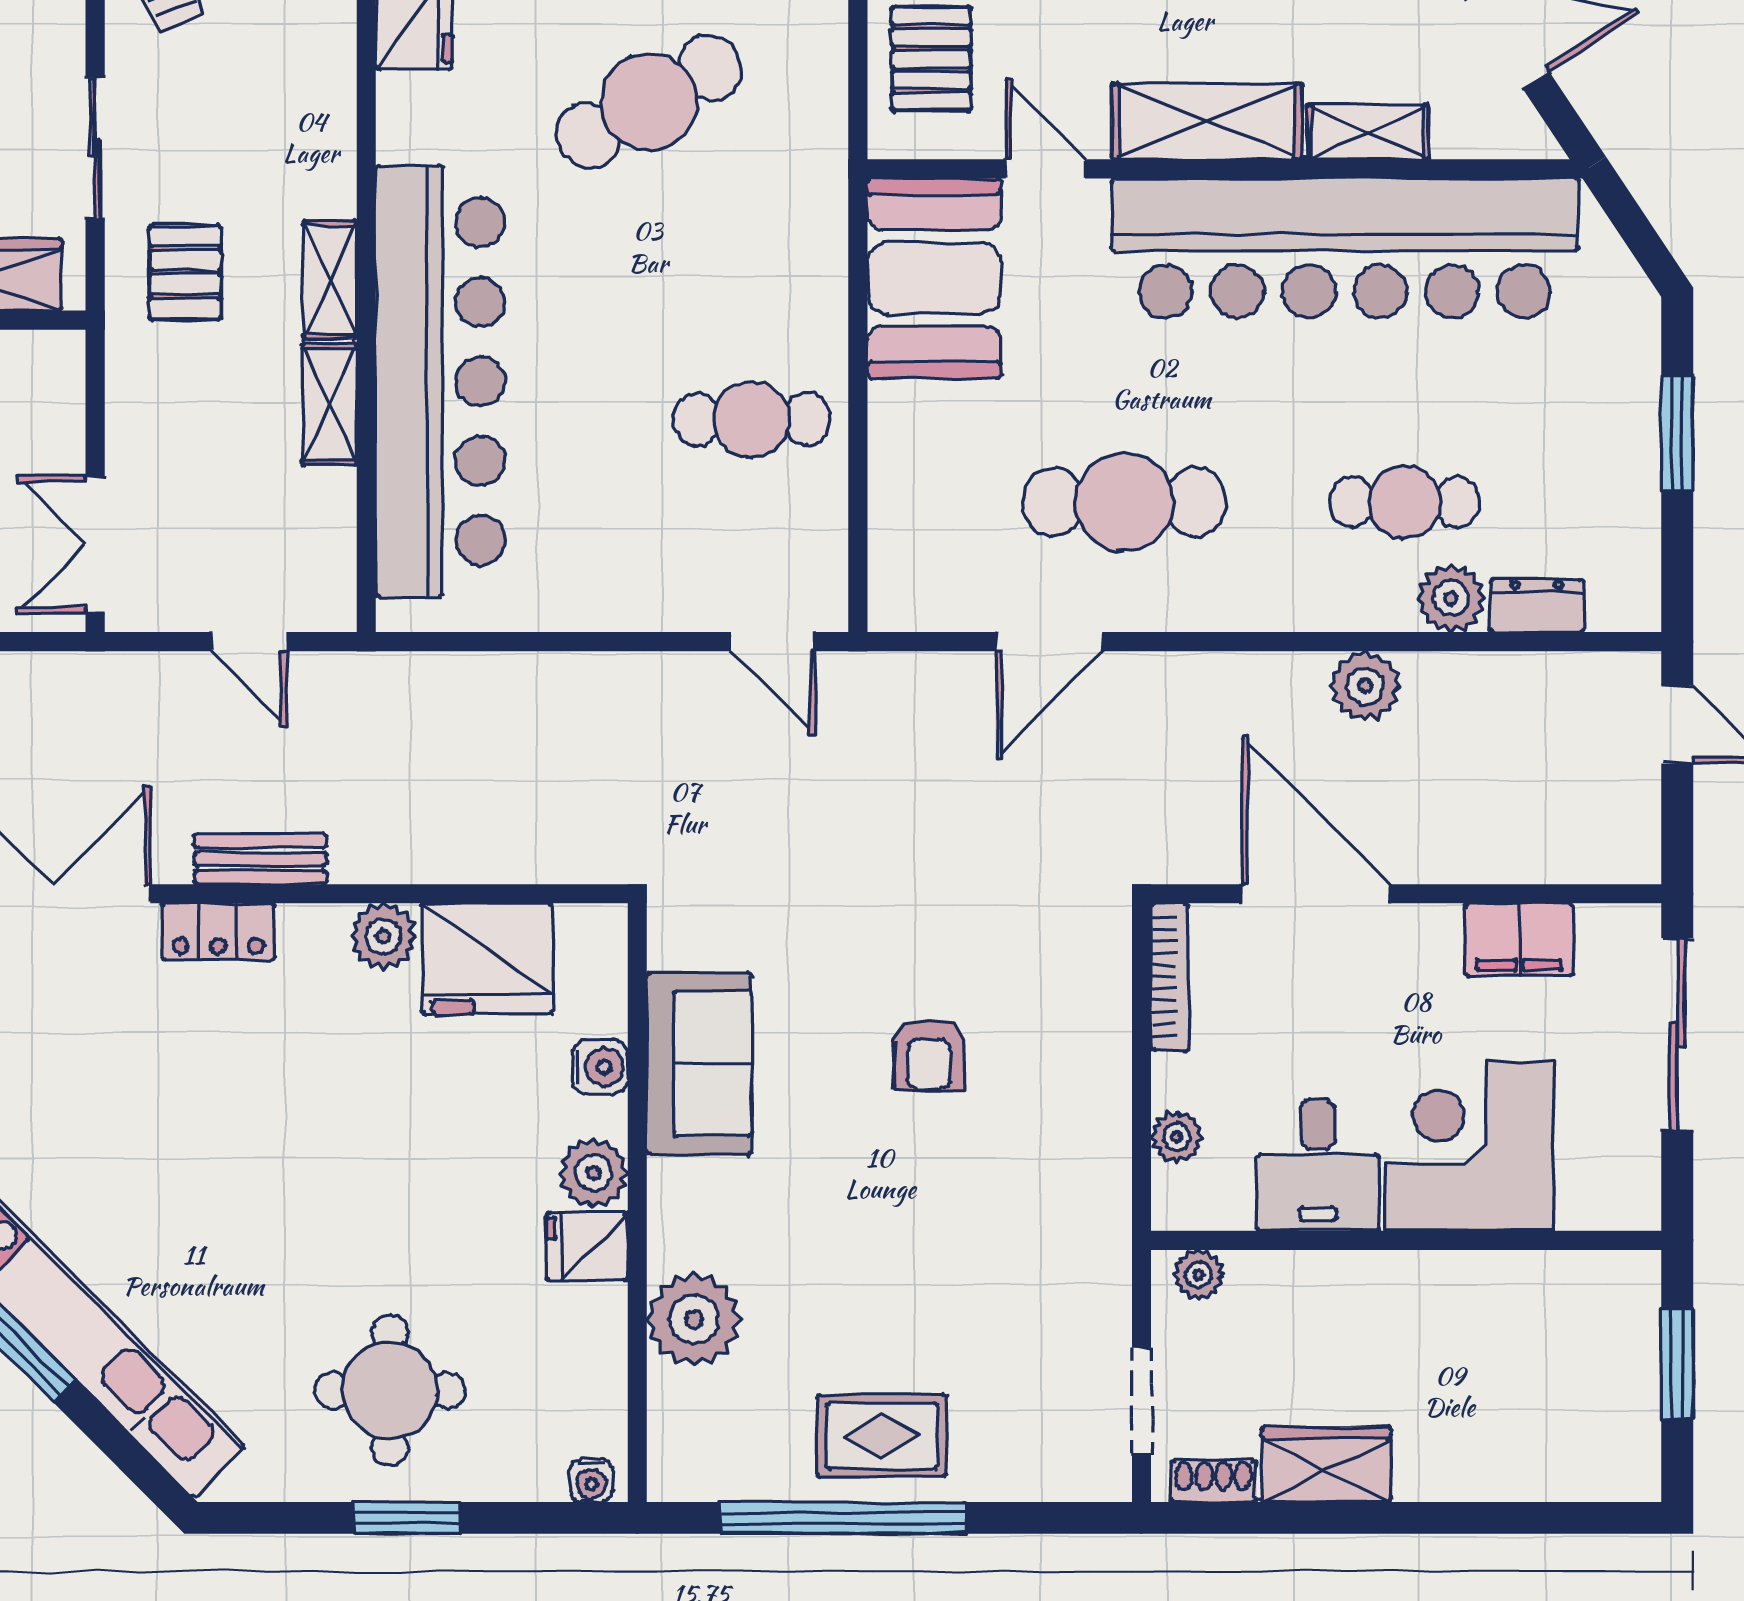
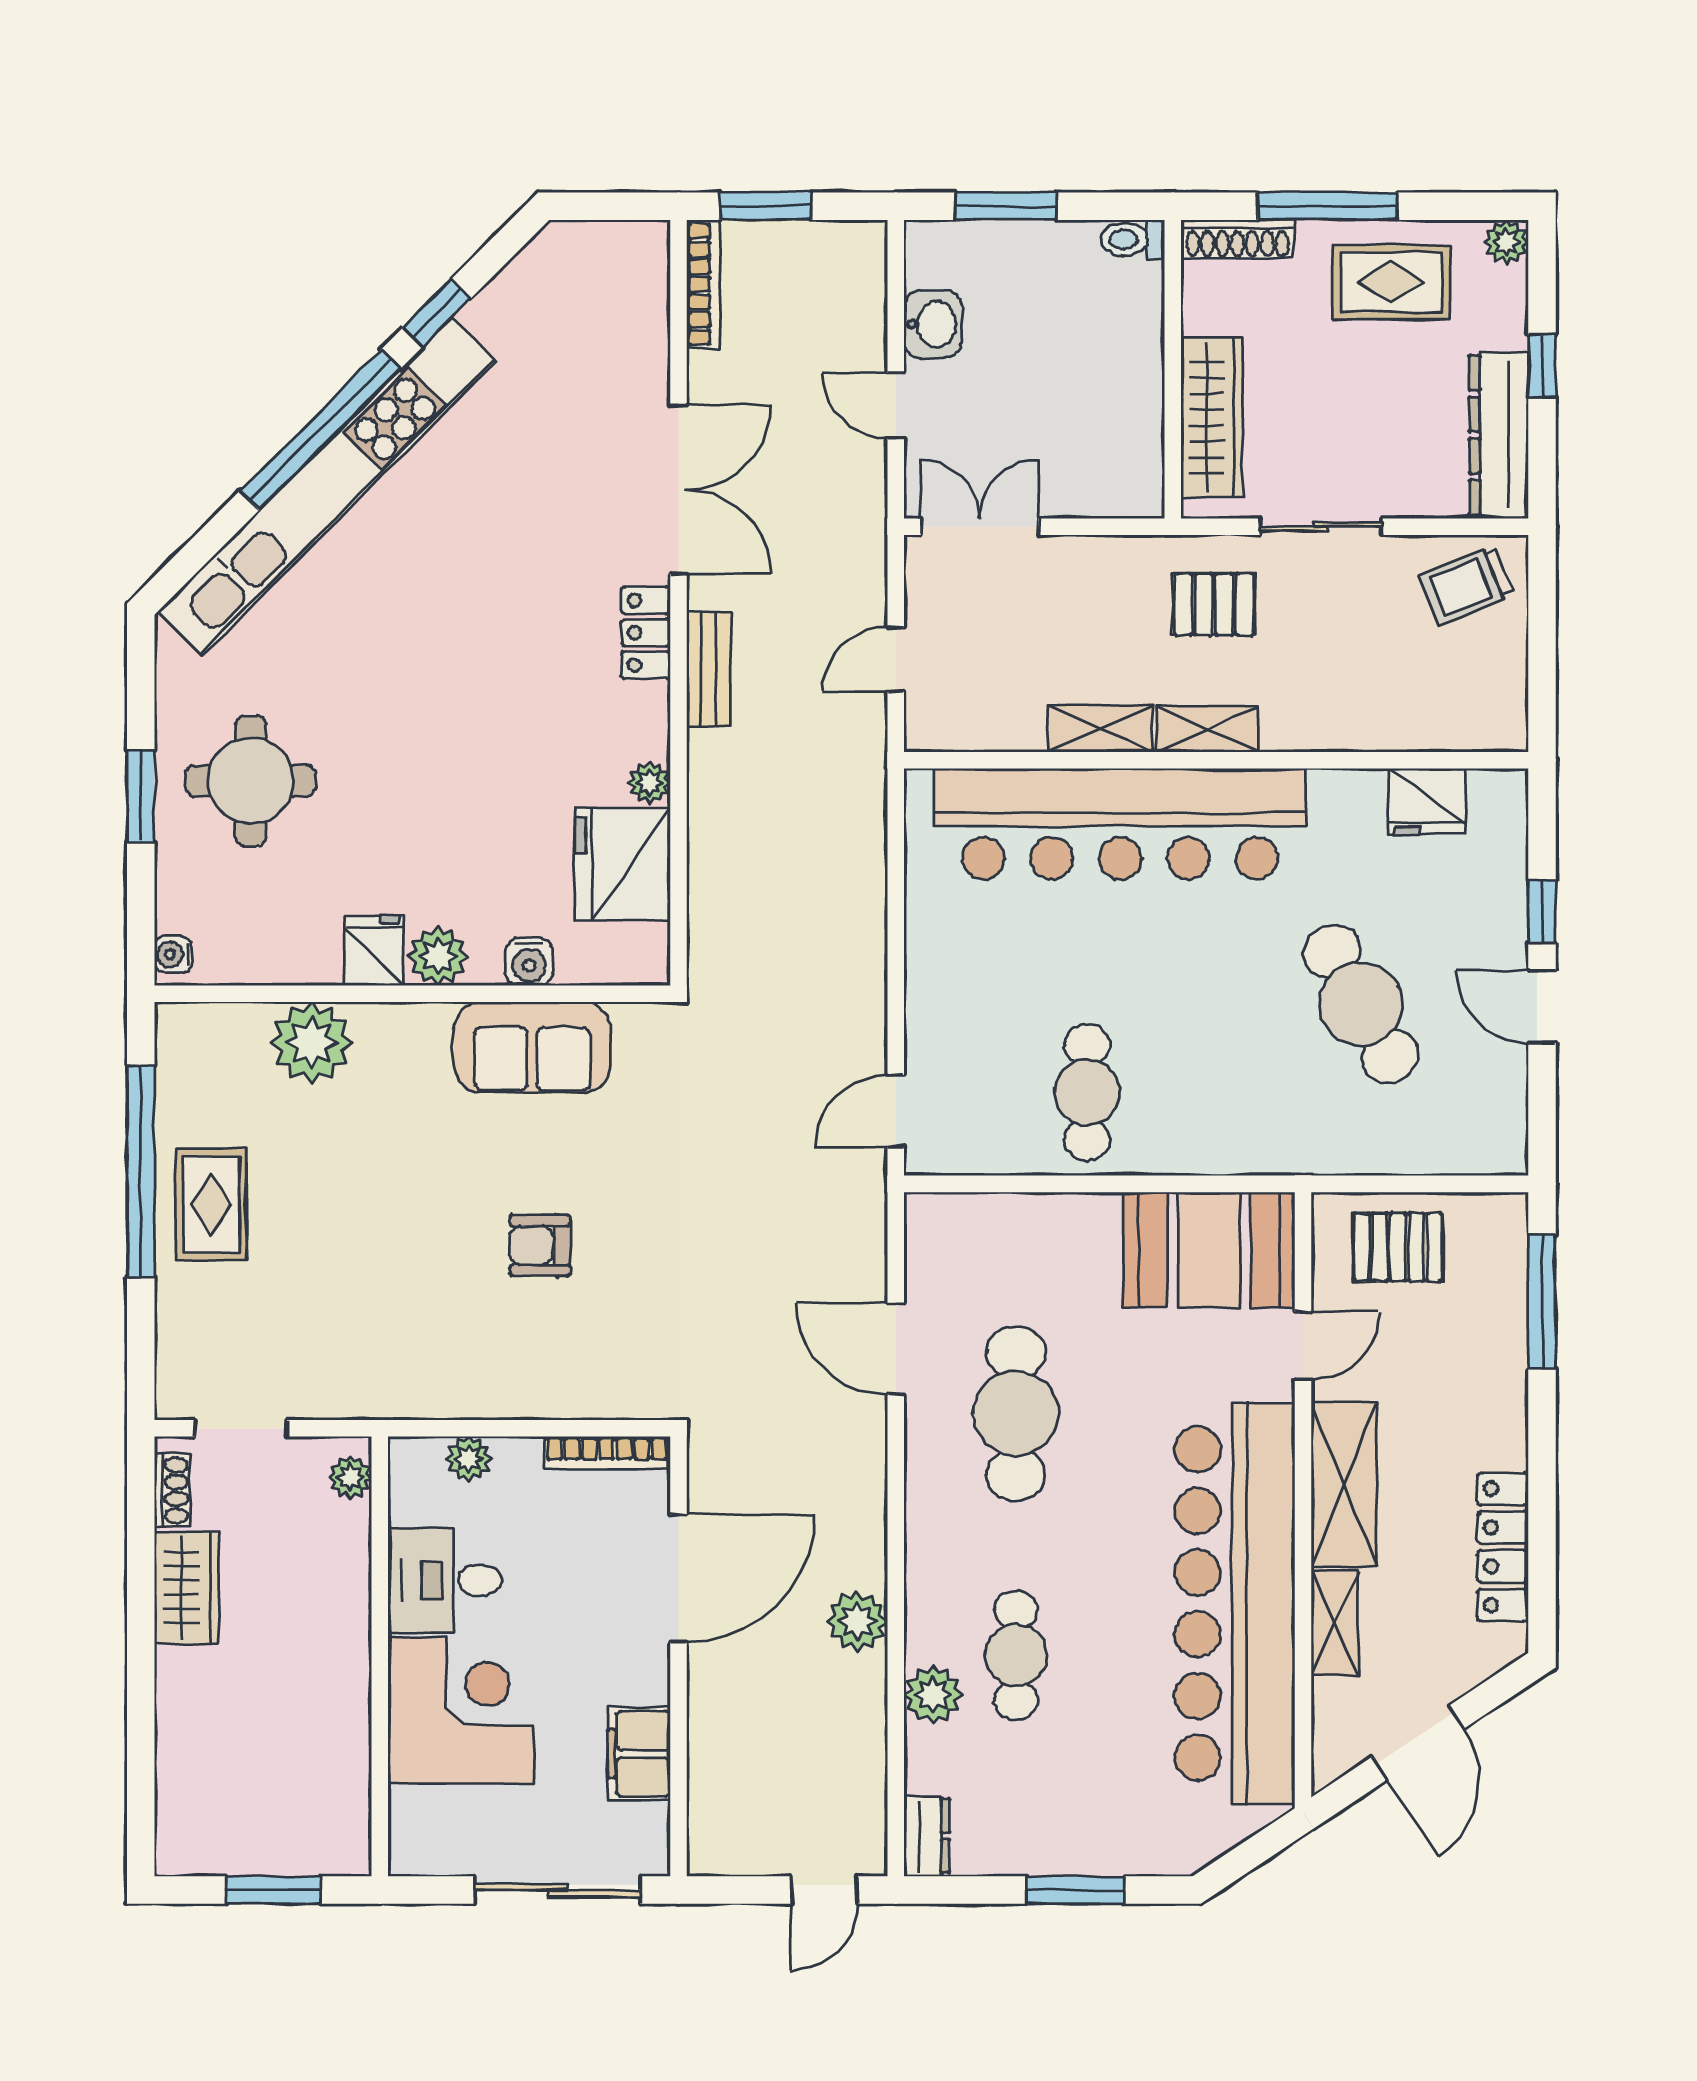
dresser: (1537, 606) -> (927, 1836), moved
plant: (384, 936) -> (649, 783), width x0.73, depth x0.73

